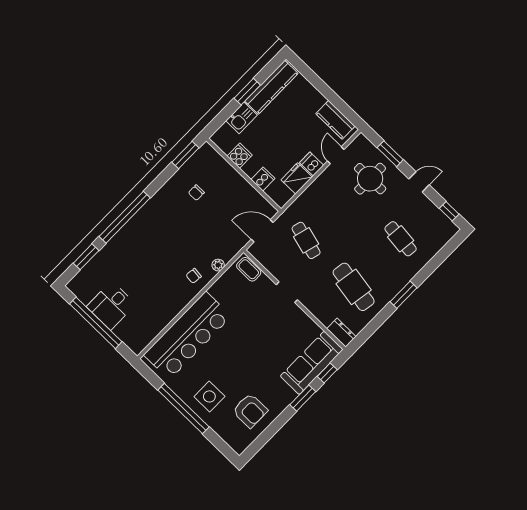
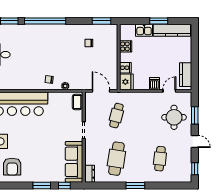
fridge: (297, 178) -> (126, 82), moved, turned 90
sofa: (312, 363) -> (74, 162), moved, turned -90

